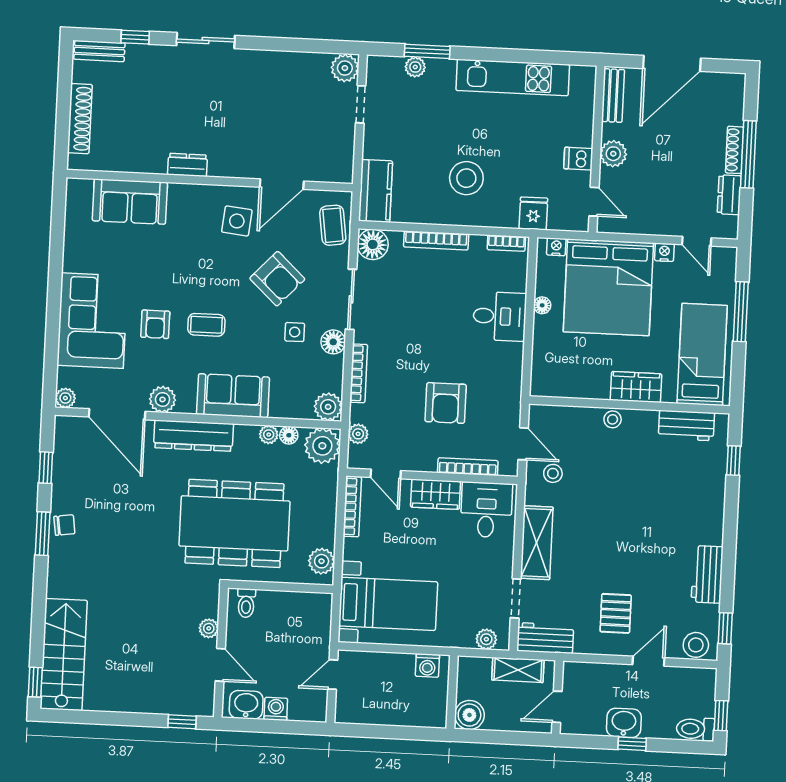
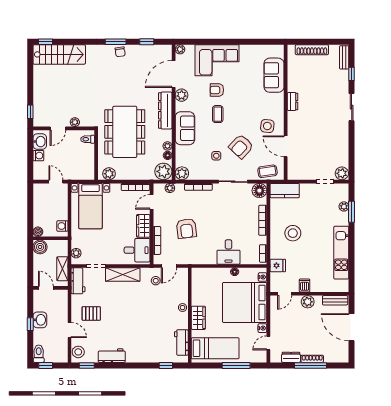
floor lamp: (333, 342) -> (213, 174), removed
armchair: (446, 403) -> (186, 229), turned -97
boiler: (437, 718) -> (38, 232), added

